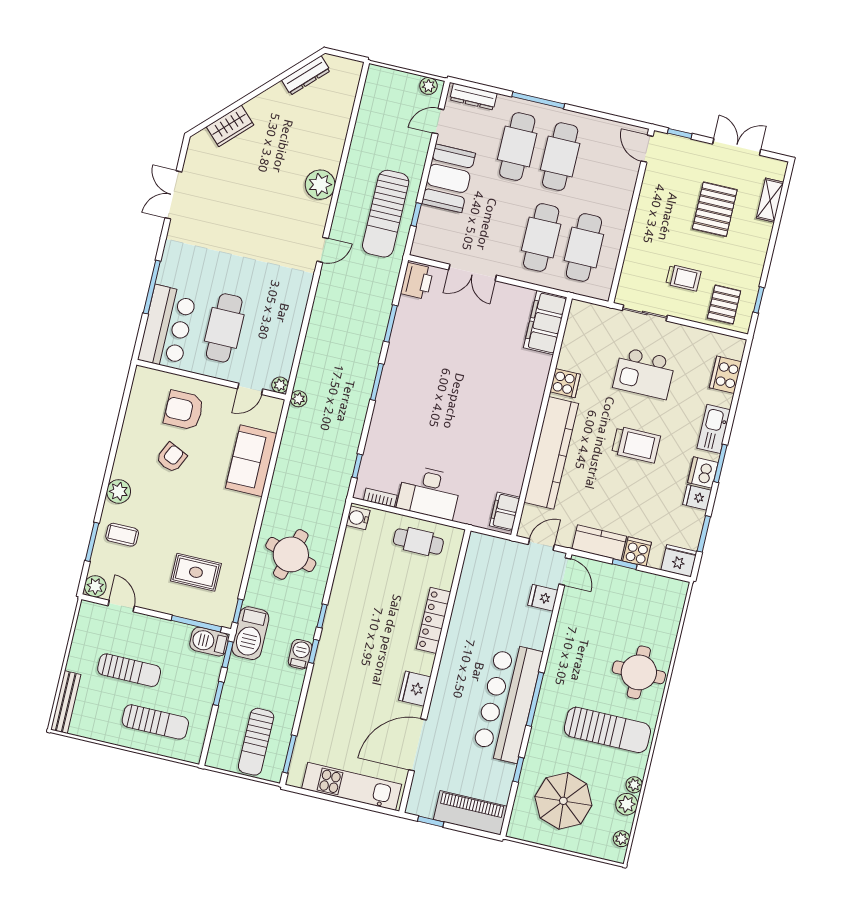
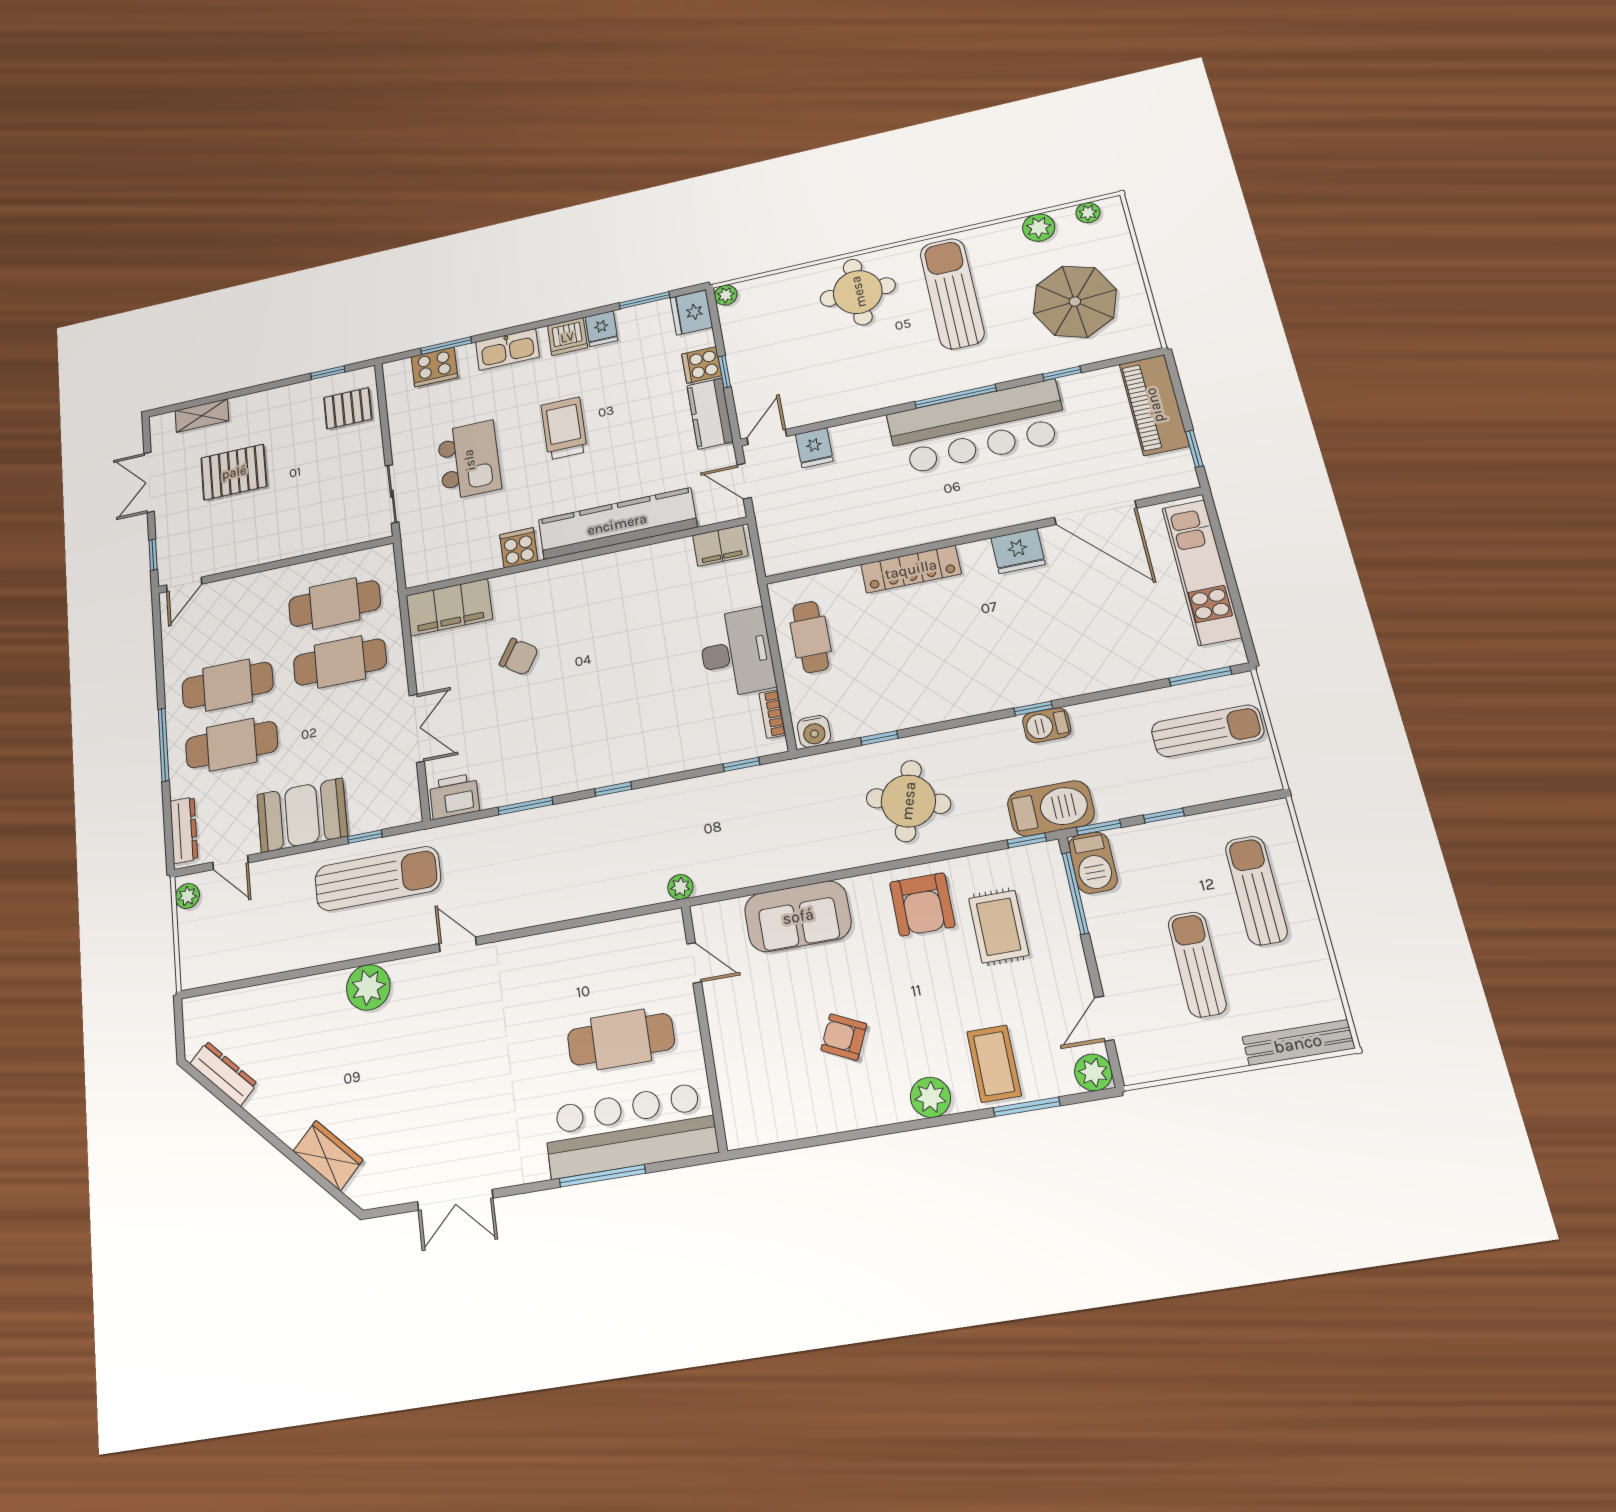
trolley: (683, 278) -> (331, 469), removed
bar counter: (167, 327) -> (630, 1130), width x1.36
chair: (490, 355) -> (519, 657), added
window: (377, 382) -> (613, 789), width x0.67
plant: (280, 385) -> (671, 922), removed
armchair: (184, 410) -> (922, 904), moved
window: (720, 463) -> (446, 346), moved
coffee table: (122, 535) -> (994, 1064), width x1.36, depth x1.30
window: (322, 616) -> (879, 738), moved
plant: (634, 785) -> (726, 295), moved

